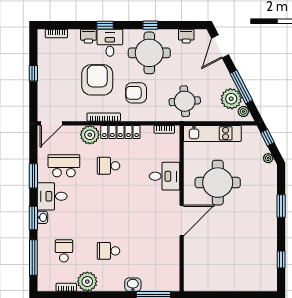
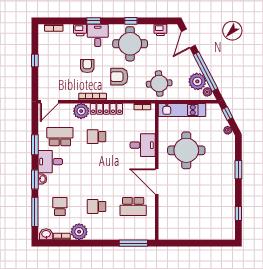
armchair: (97, 80) -> (87, 66), width x0.53, depth x0.53
window: (241, 87) -> (206, 72), width x1.46
door: (182, 221) -> (157, 182), swing flipped
school desk: (153, 251) -> (133, 206), added
washbasin: (133, 285) -> (46, 234), moved

